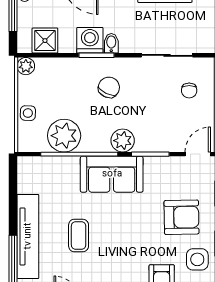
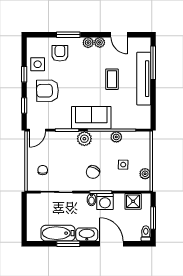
plant: (26, 66) -> (145, 174), moved
side table: (28, 113) -> (123, 165), moved
plant: (64, 136) -> (116, 137), width x0.53, depth x0.53

